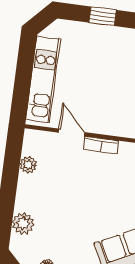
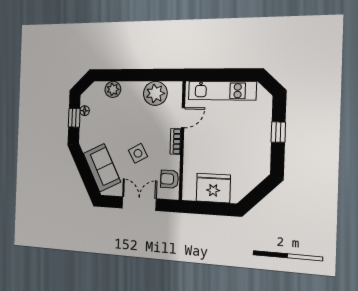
plant: (28, 165) -> (155, 93), width x1.88, depth x1.88
side table: (112, 197) -> (138, 153), added

